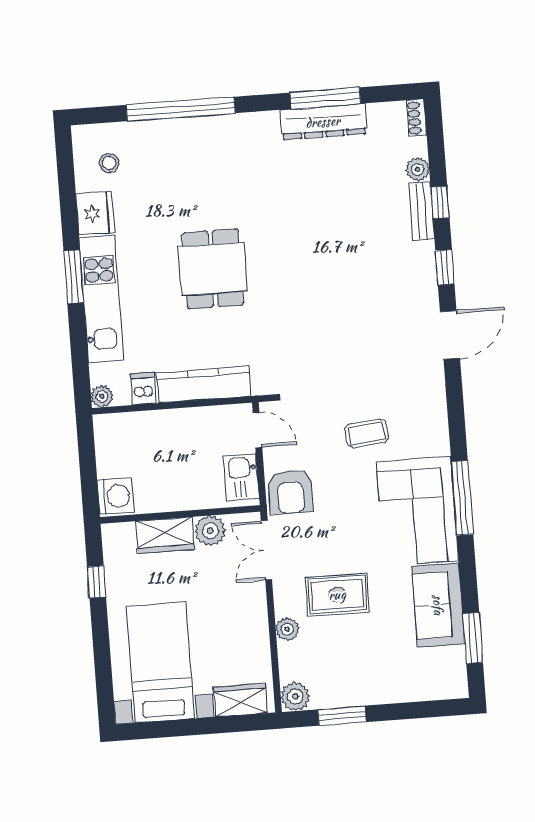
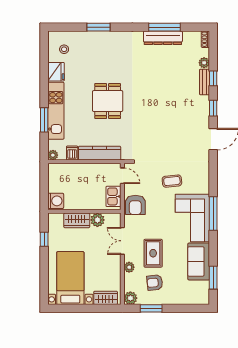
window: (181, 109) -> (98, 27), width x0.47
window: (74, 277) -> (44, 120), moved
double door: (266, 550) -> (122, 241), moved
rug: (337, 595) -> (153, 253), turned 90
armchair: (346, 658) -> (155, 283), added

